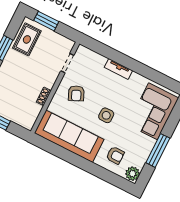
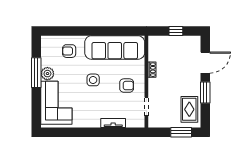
tv unit: (118, 69) -> (113, 123), moved
armchair: (76, 93) -> (127, 86), turned 114
plant: (133, 174) -> (47, 74), moved

